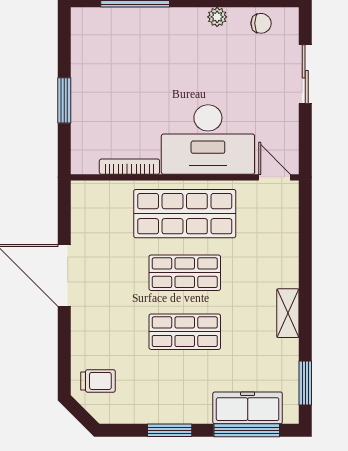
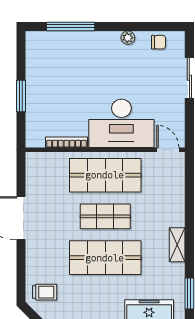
shop shelf: (185, 332) -> (105, 258), width x1.43, depth x1.36

